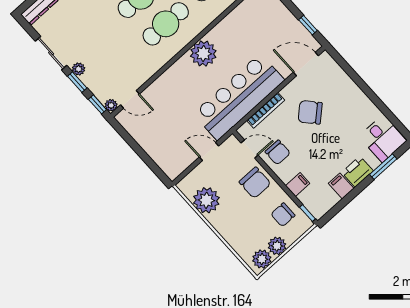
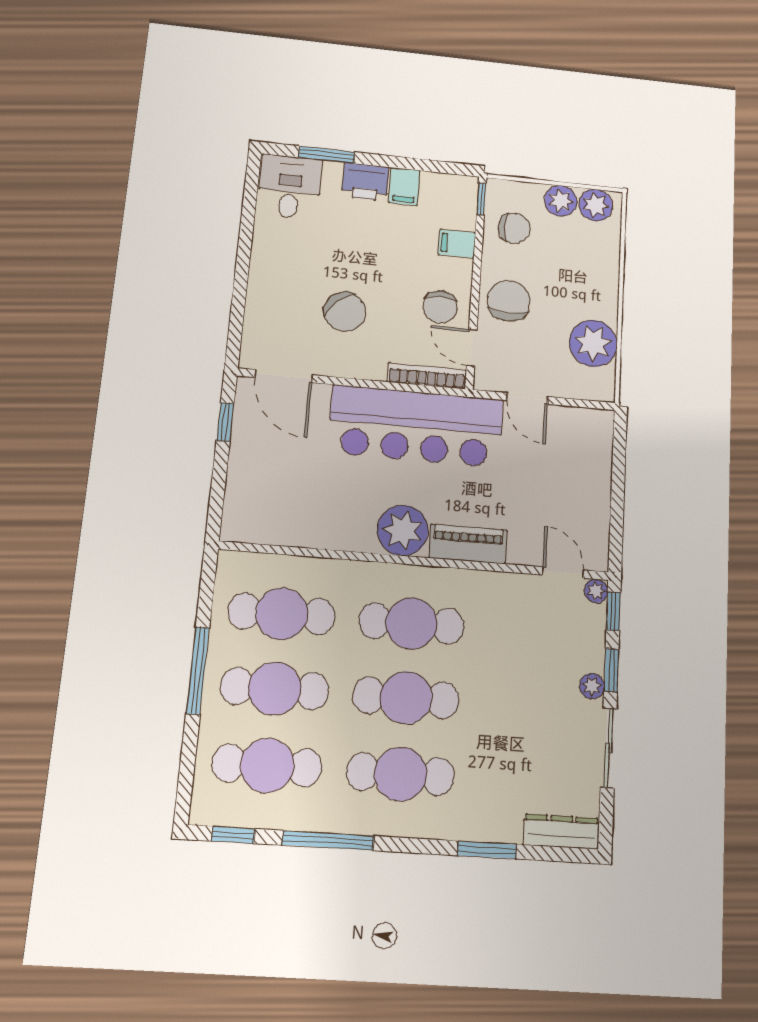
piano: (175, 73) -> (468, 544), added
bookcase: (266, 110) -> (427, 376), moved
chair: (278, 152) -> (440, 307), turned 180

